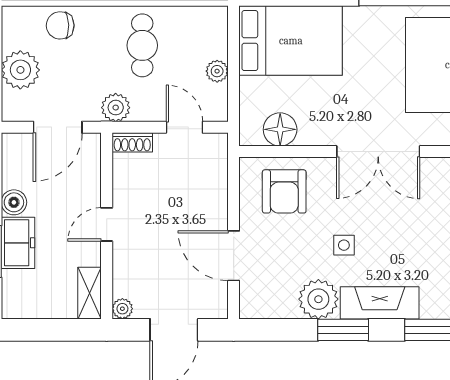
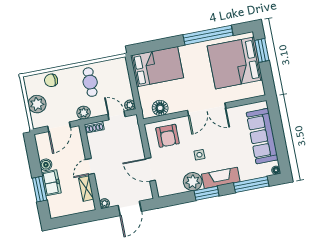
plant: (217, 71) -> (130, 105), moved
shelving: (90, 293) -> (86, 189), moved

